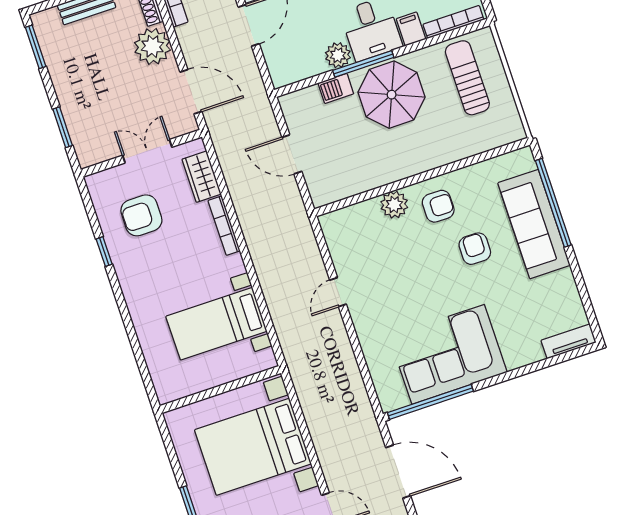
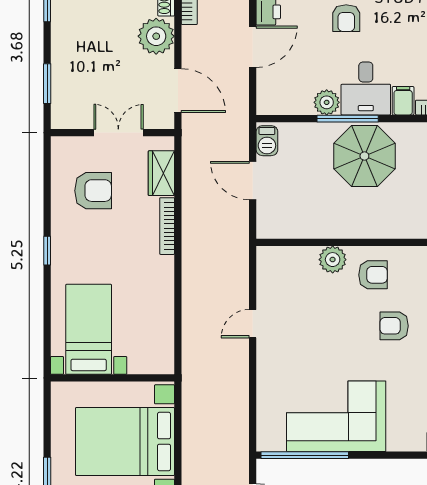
barbecue: (336, 88) -> (267, 141), moved, turned -90
armchair: (141, 215) -> (93, 191), turned 180
armchair: (475, 249) -> (394, 326), turned -90
window: (104, 252) -> (47, 251), moved
bed with nightstands: (216, 324) -> (89, 329), moved, turned 90

